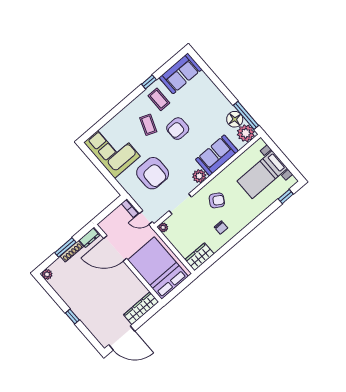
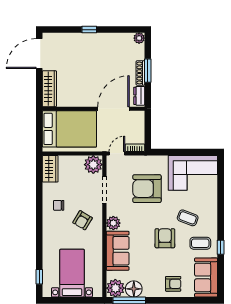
armchair: (206, 93) -> (173, 284), added
plant: (163, 227) -> (93, 165), width x1.87, depth x1.87

